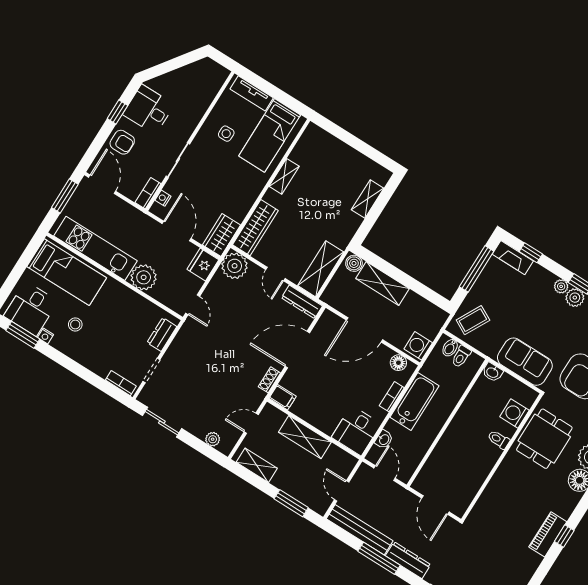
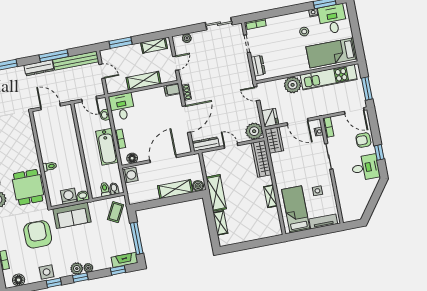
shelving: (321, 269) -> (216, 193), moved
washing machine: (514, 414) -> (69, 196), moved, turned -90

